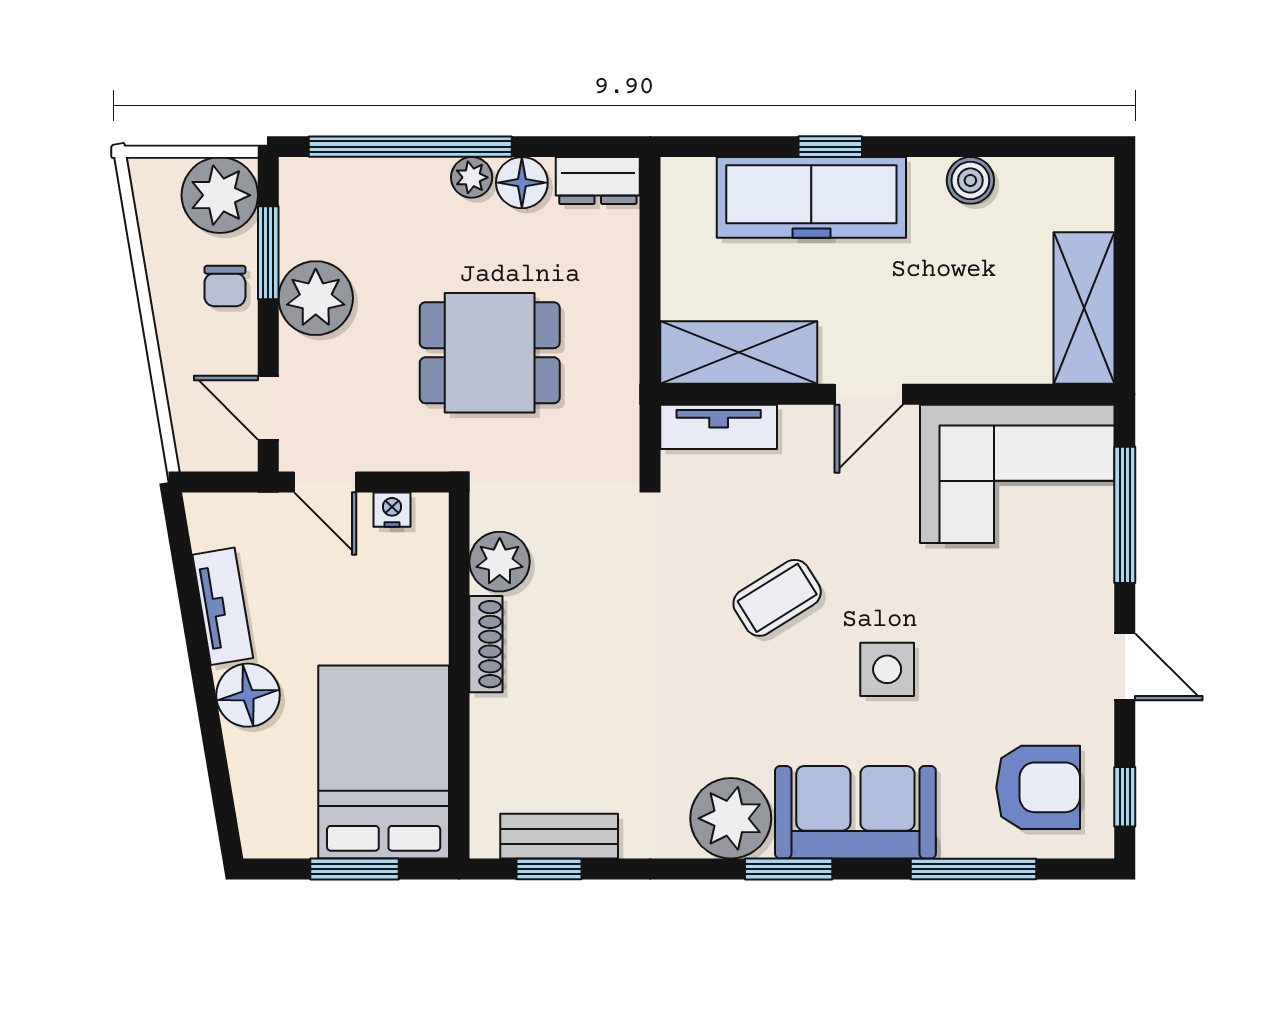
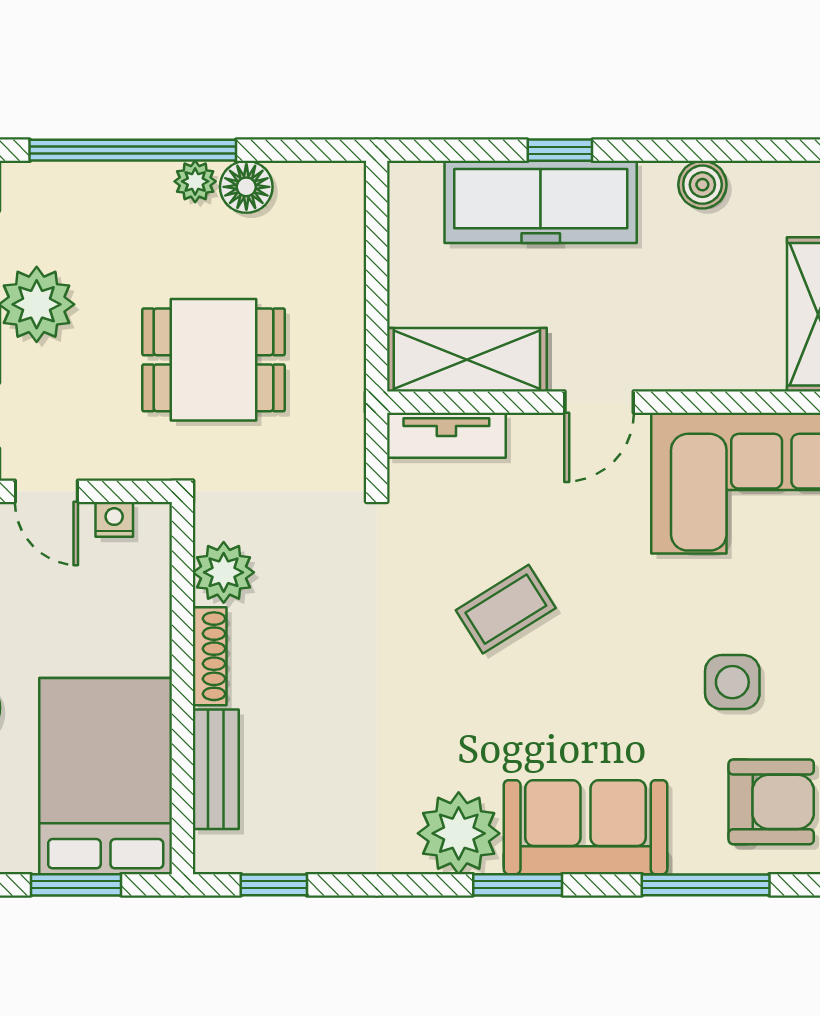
dresser: (598, 181) -> (324, 185), removed
side table: (887, 669) -> (732, 682), moved
bench: (559, 836) -> (216, 769), moved, turned 90

